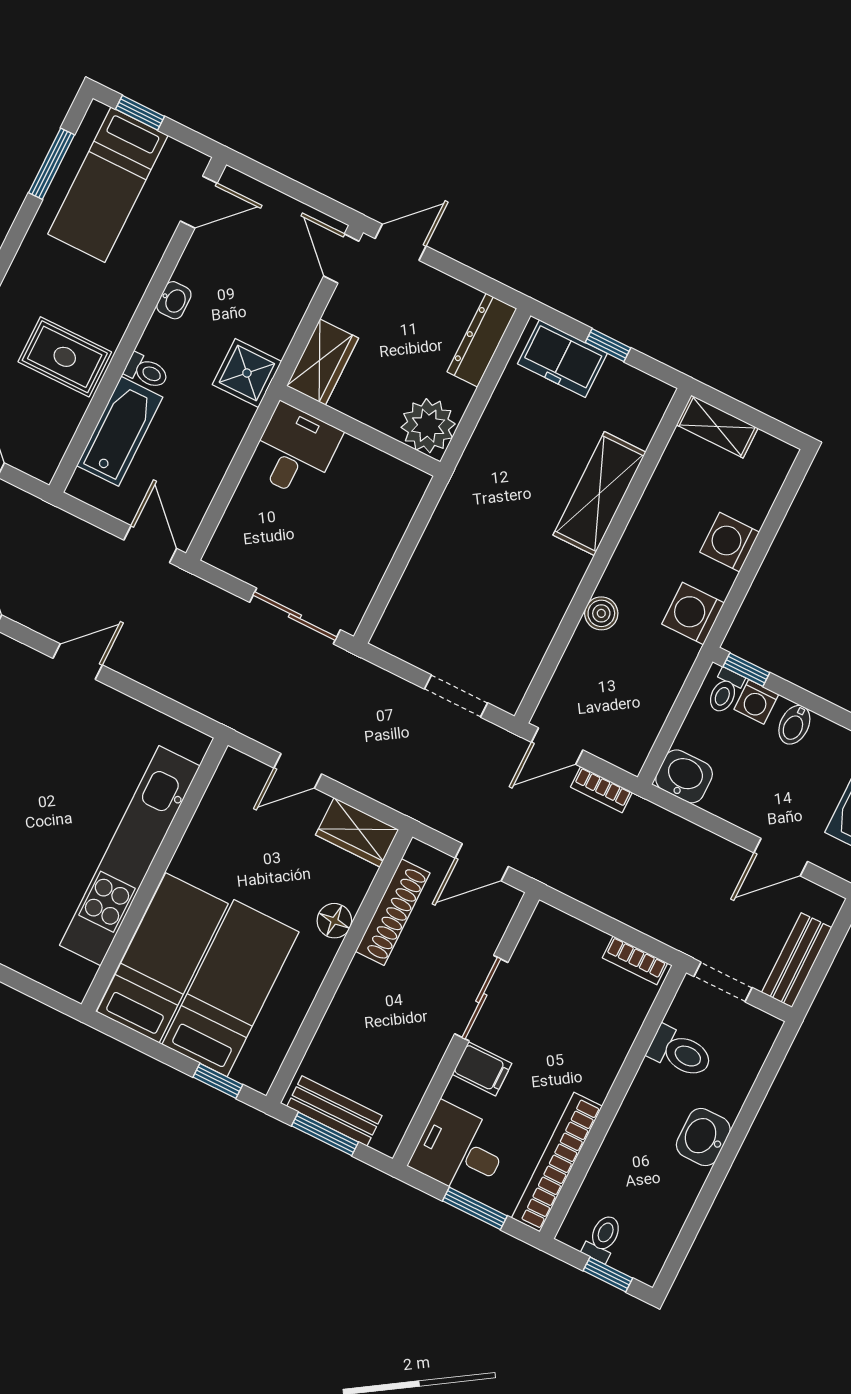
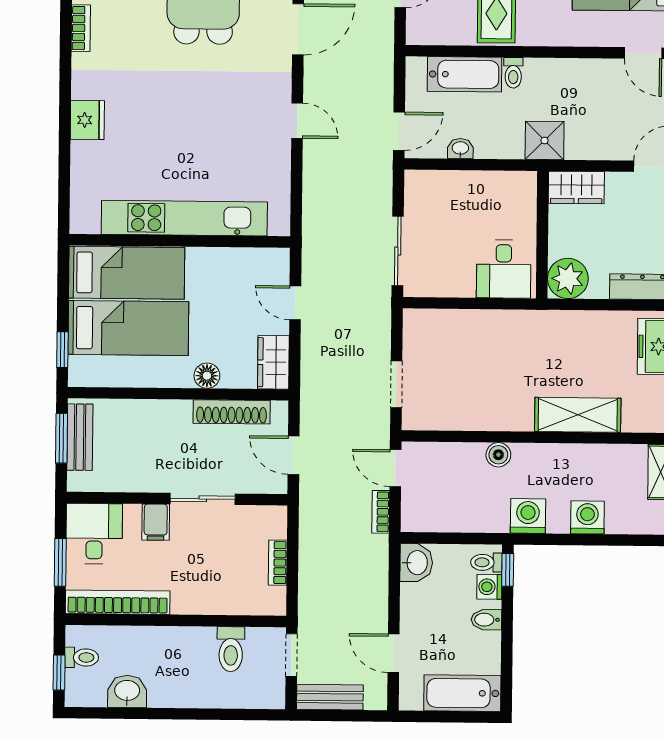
washbasin: (174, 300) -> (460, 149), moved, turned 180
desk: (295, 451) -> (504, 269), moved, turned 90
bookcase: (635, 960) -> (278, 563), moved
washbasin: (703, 1137) -> (127, 691), moved

